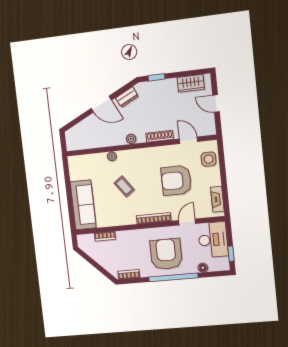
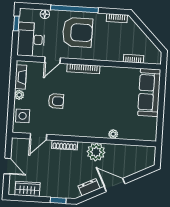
plant: (131, 139) -> (96, 152), width x1.88, depth x1.88
door: (188, 140) -> (38, 137), hinge flipped
armchair: (176, 180) -> (56, 101), width x0.53, depth x0.53
plant: (216, 180) -> (19, 95), added
coffee table: (124, 186) -> (106, 104), removed
armchair: (166, 254) -> (77, 32), turned -90

